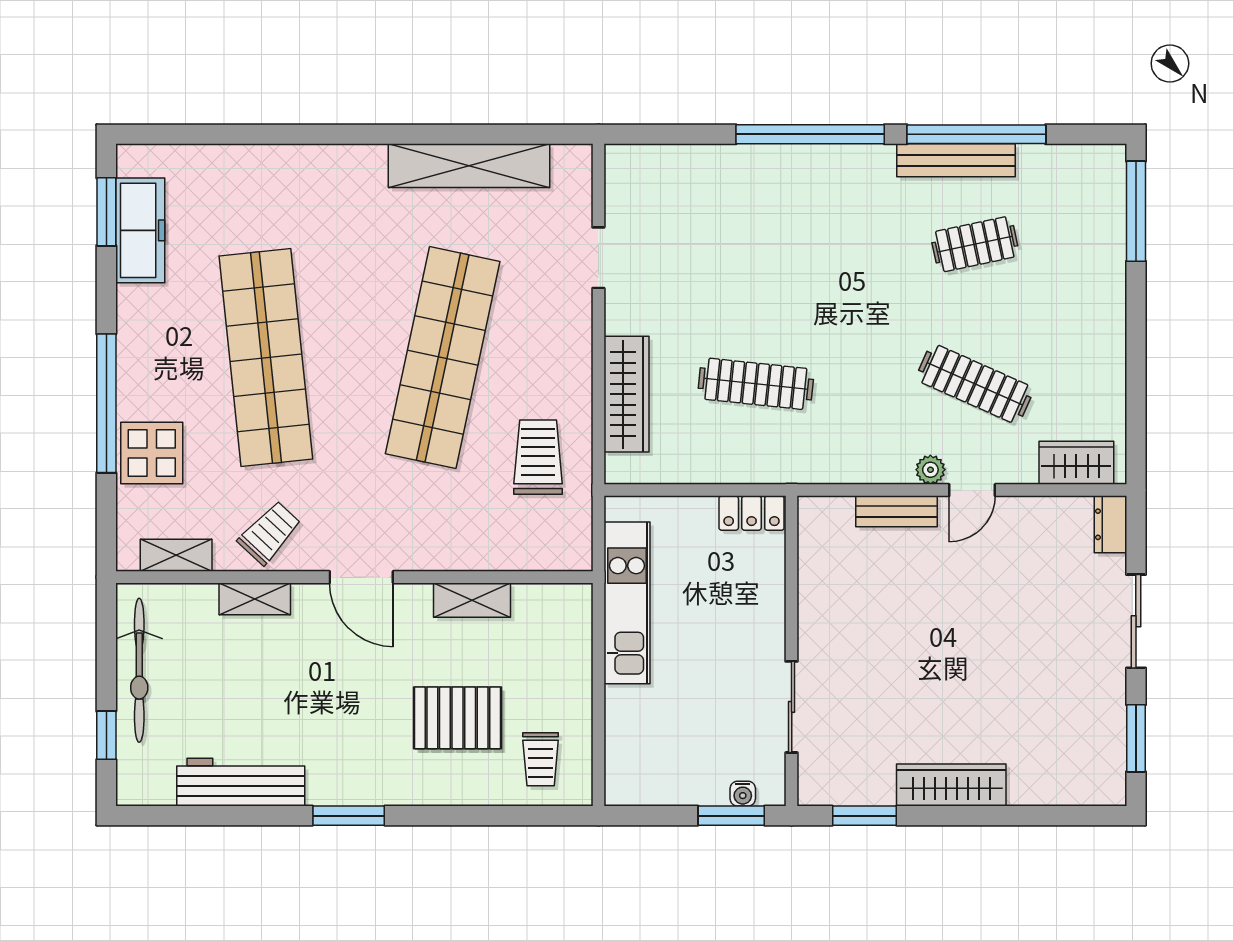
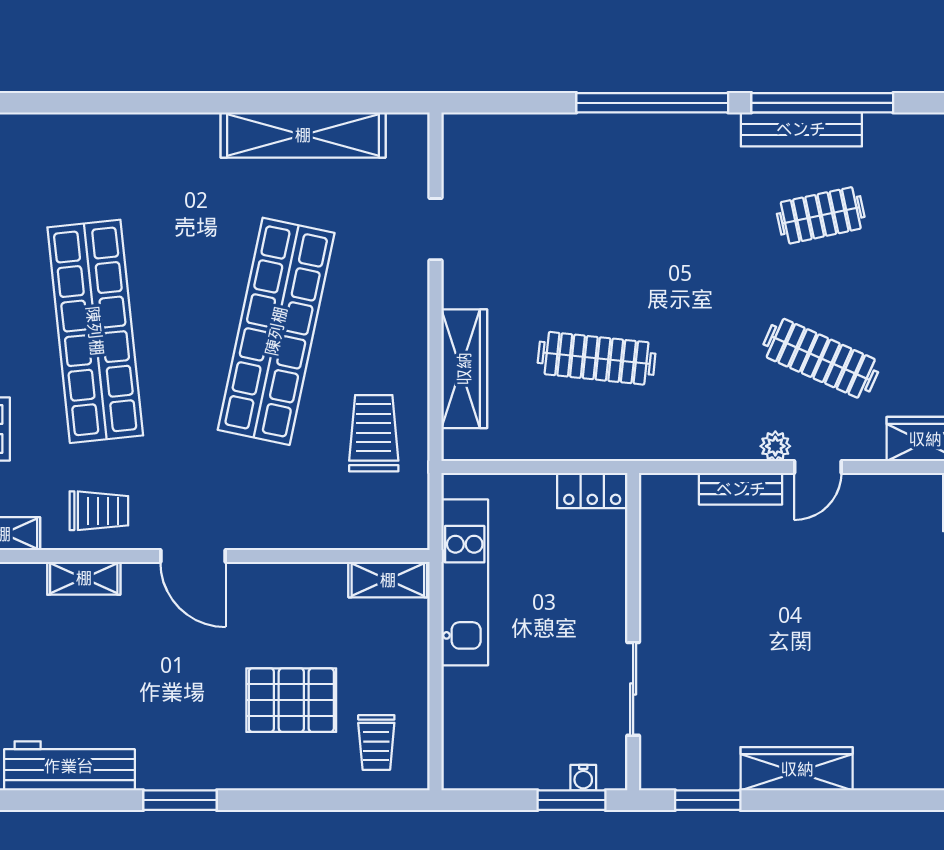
trolley: (269, 533) -> (99, 511), turned 47
shelving: (472, 600) -> (388, 580), moved

